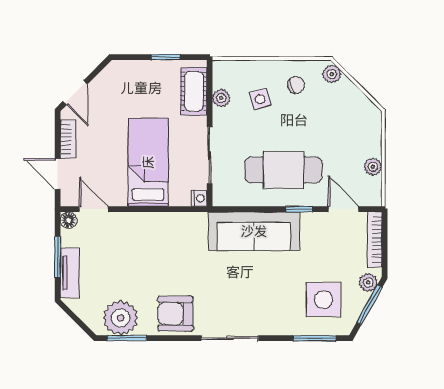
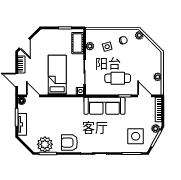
cafe table: (283, 170) -> (118, 78), width x0.73, depth x0.74

